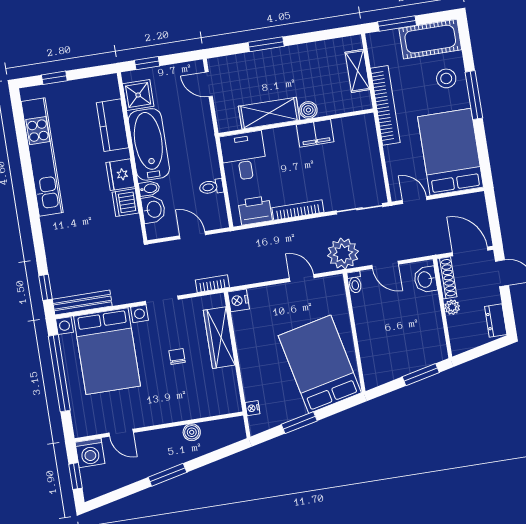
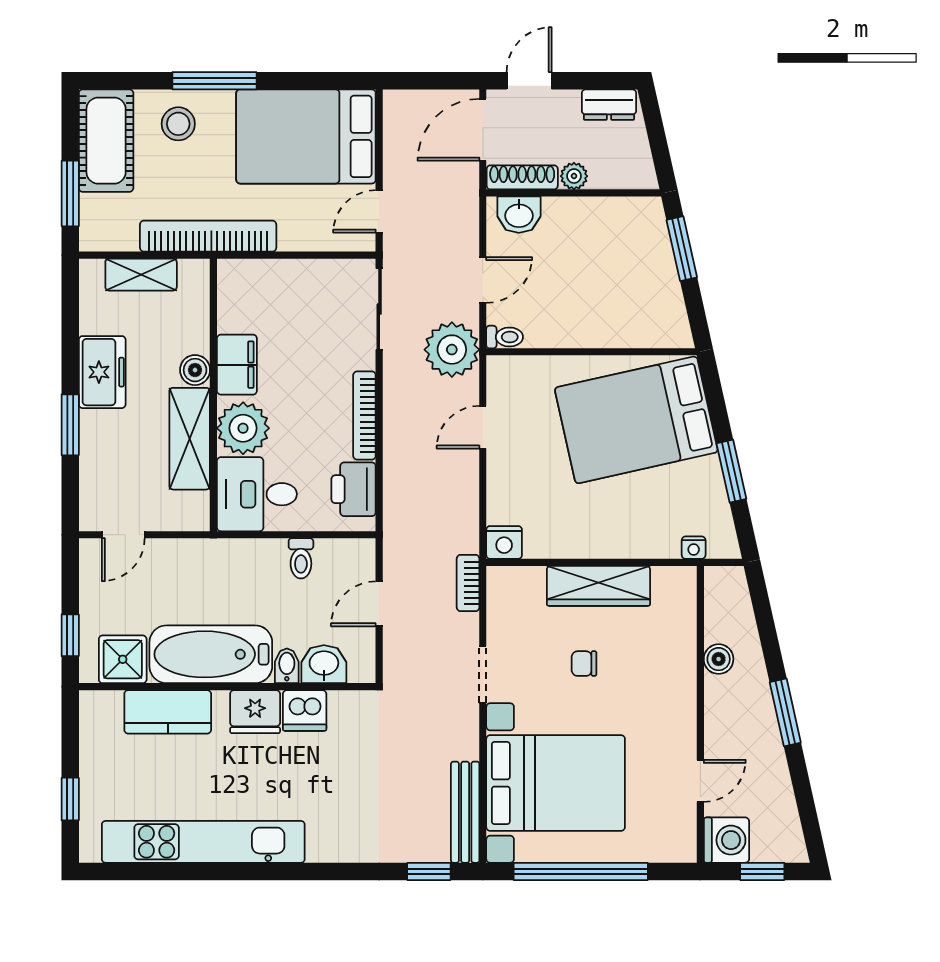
freezer: (299, 58) -> (102, 372), added
plant: (280, 142) -> (243, 428), added
wardrobe: (219, 338) -> (598, 586), moved

